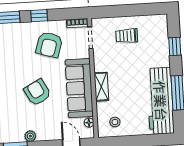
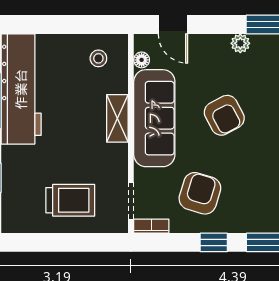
trolley: (127, 36) -> (70, 200), width x1.36, depth x1.39

